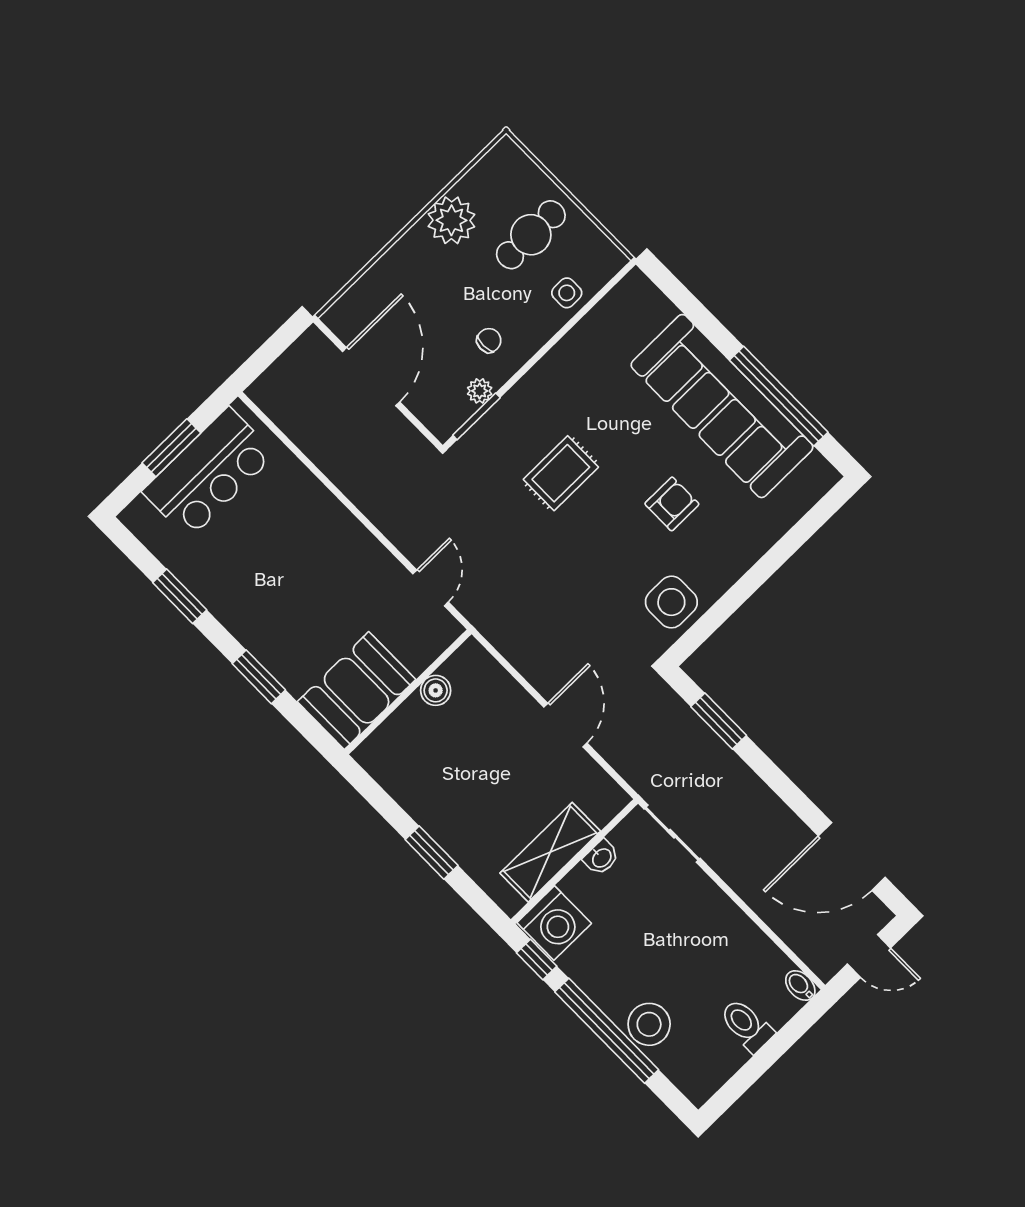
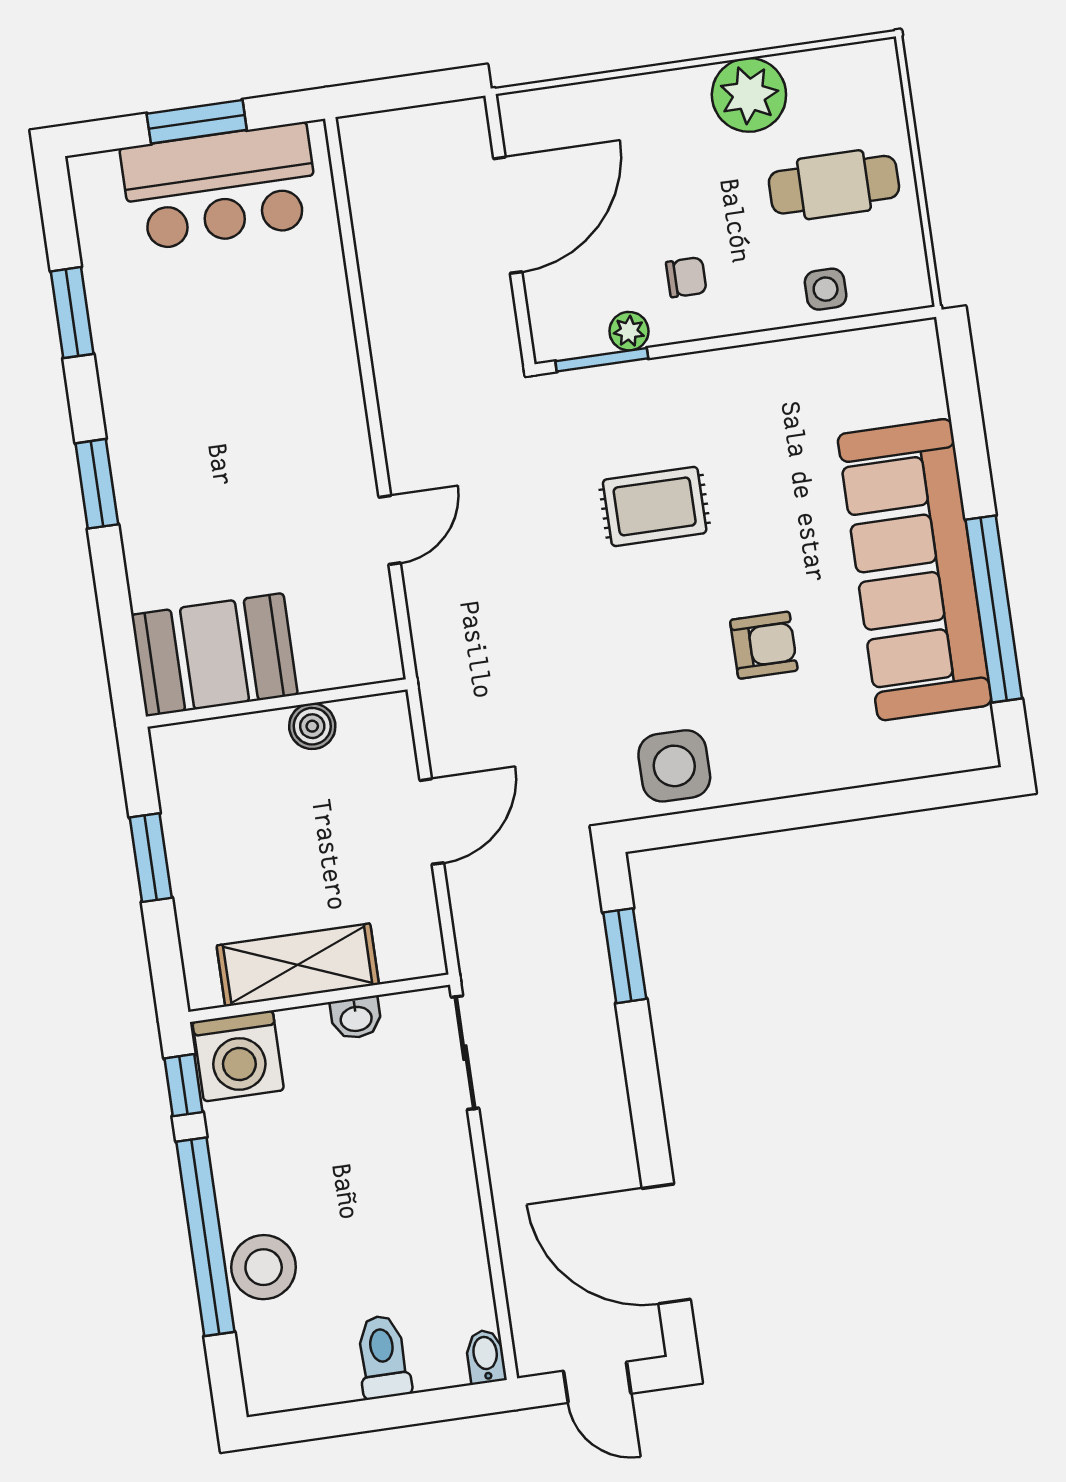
boiler: (436, 690) -> (312, 726), moved
booth: (357, 691) -> (214, 655), moved
wall: (408, 692) -> (277, 703), moved

